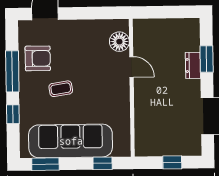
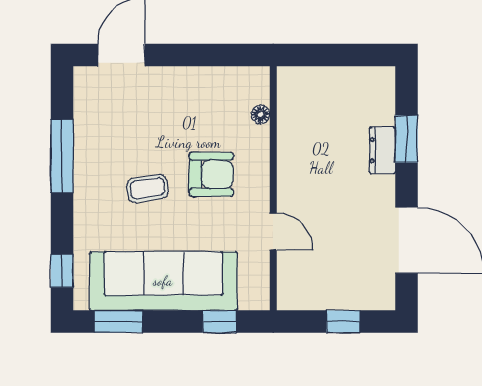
floor lamp: (119, 42) -> (261, 115), width x0.53, depth x0.53
armchair: (38, 58) -> (211, 174), moved
door: (131, 67) -> (273, 232), moved
window: (13, 114) -> (62, 271), moved

